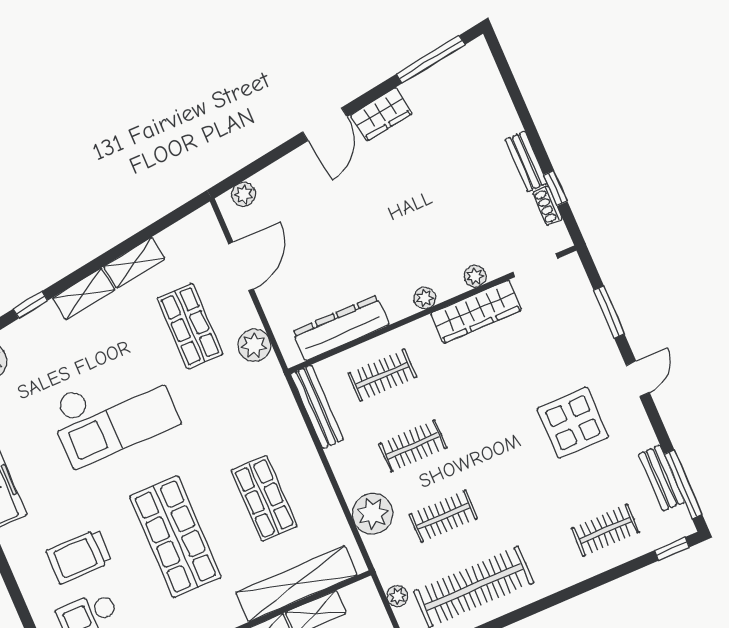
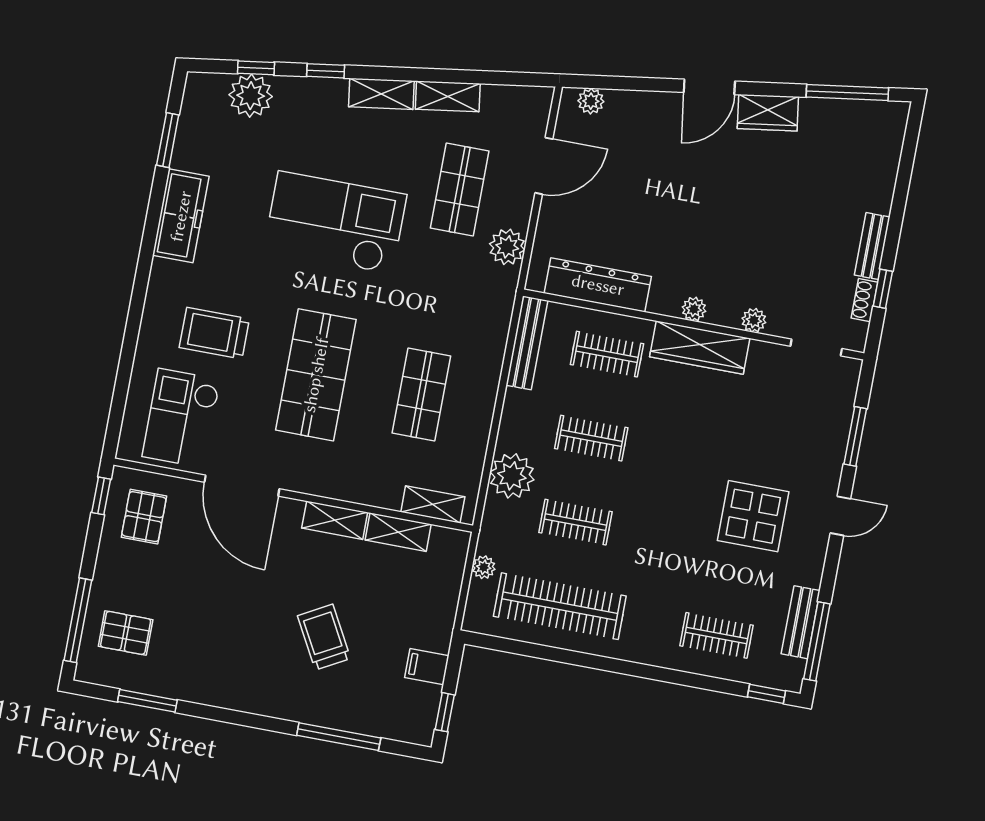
wardrobe: (476, 312) -> (700, 348), moved
checkout: (114, 413) -> (335, 223), turned 180
shelving: (296, 584) -> (433, 504), width x0.45, depth x0.75

